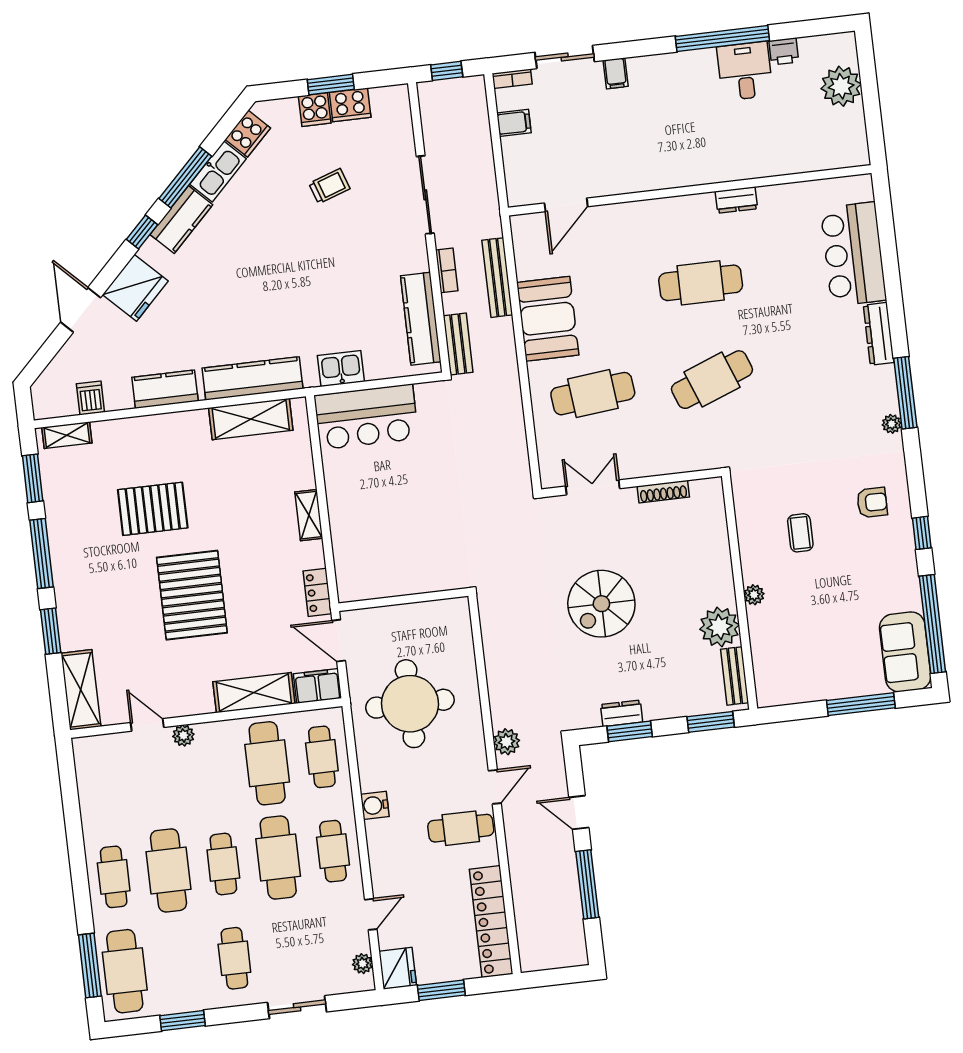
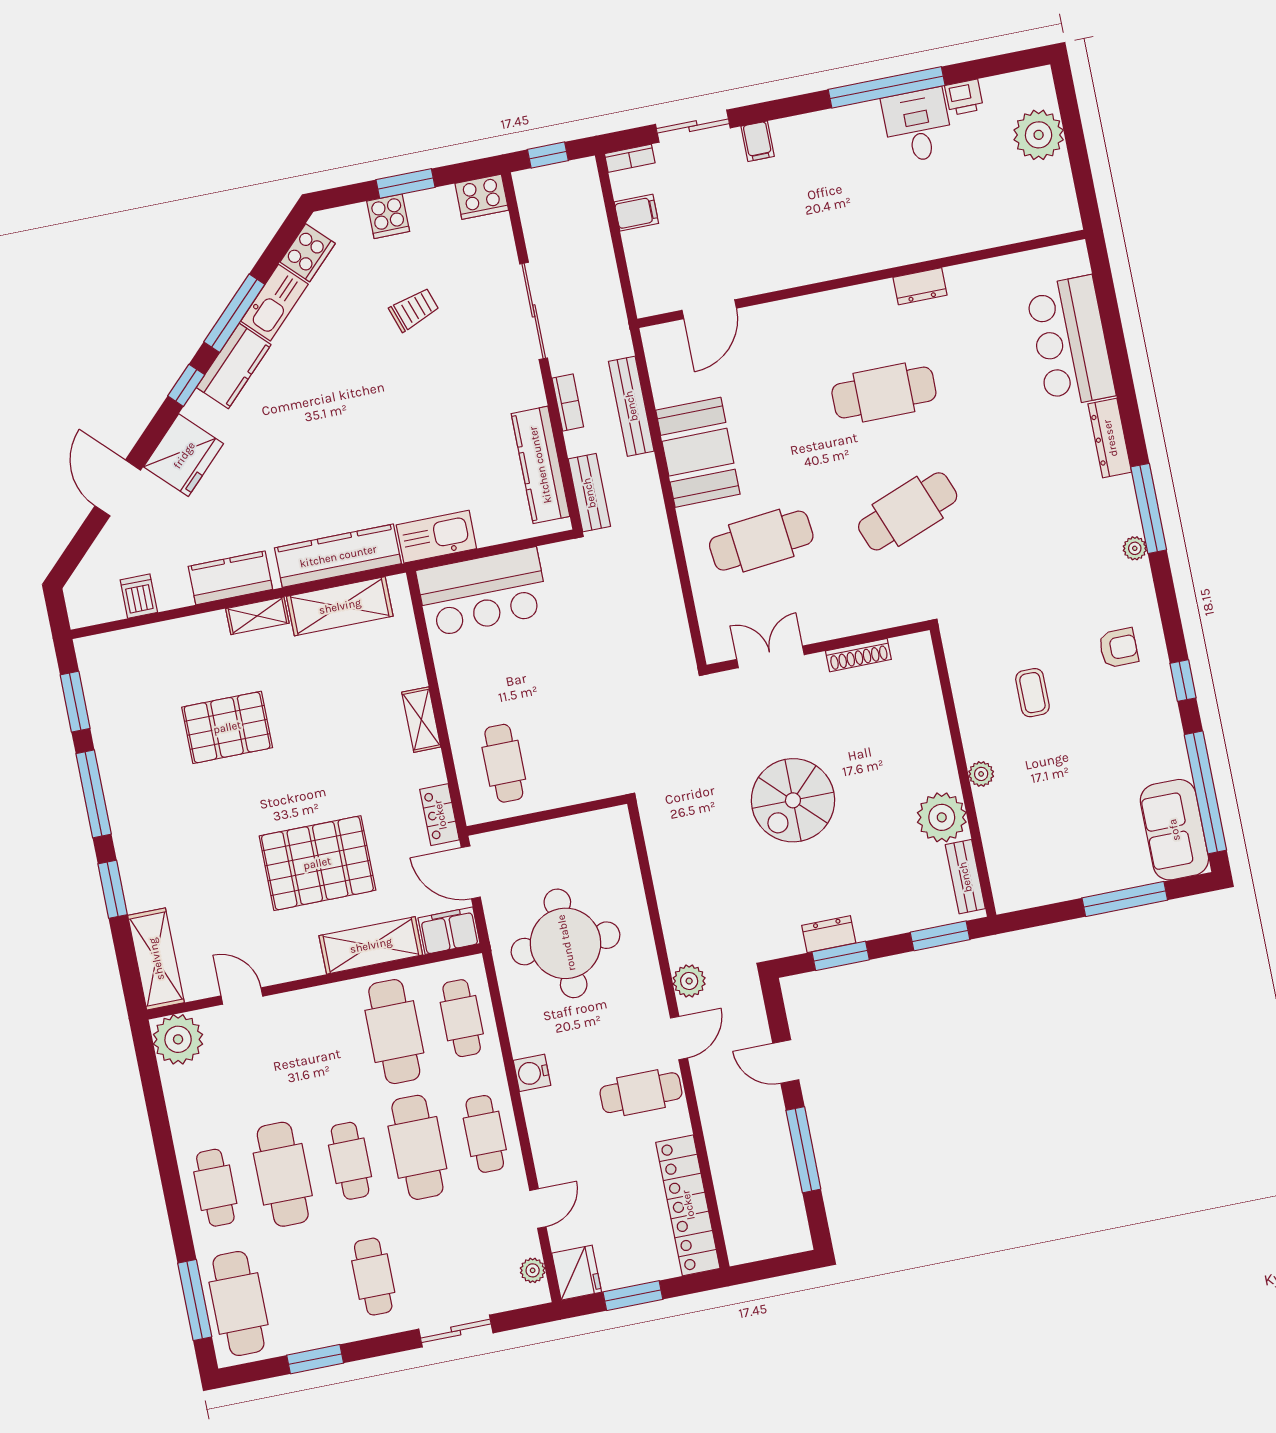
cooker: (350, 105) -> (482, 197), moved
kitchen sink: (341, 369) -> (436, 537), width x1.38
shelving: (67, 435) -> (257, 616), moved
cafe table: (372, 555) -> (504, 763), added
pallet: (192, 595) -> (317, 863), moved, turned 90
plant: (183, 735) -> (178, 1039), moved, width x1.88, depth x1.88

